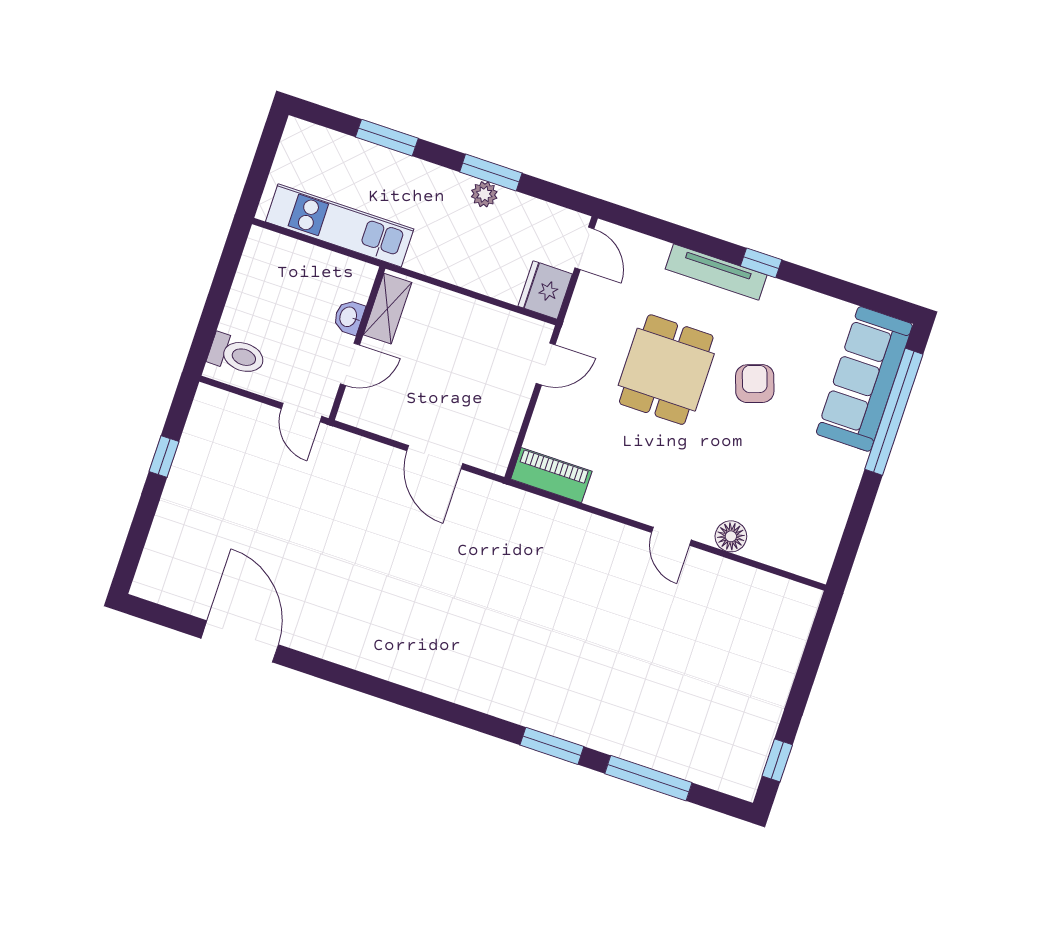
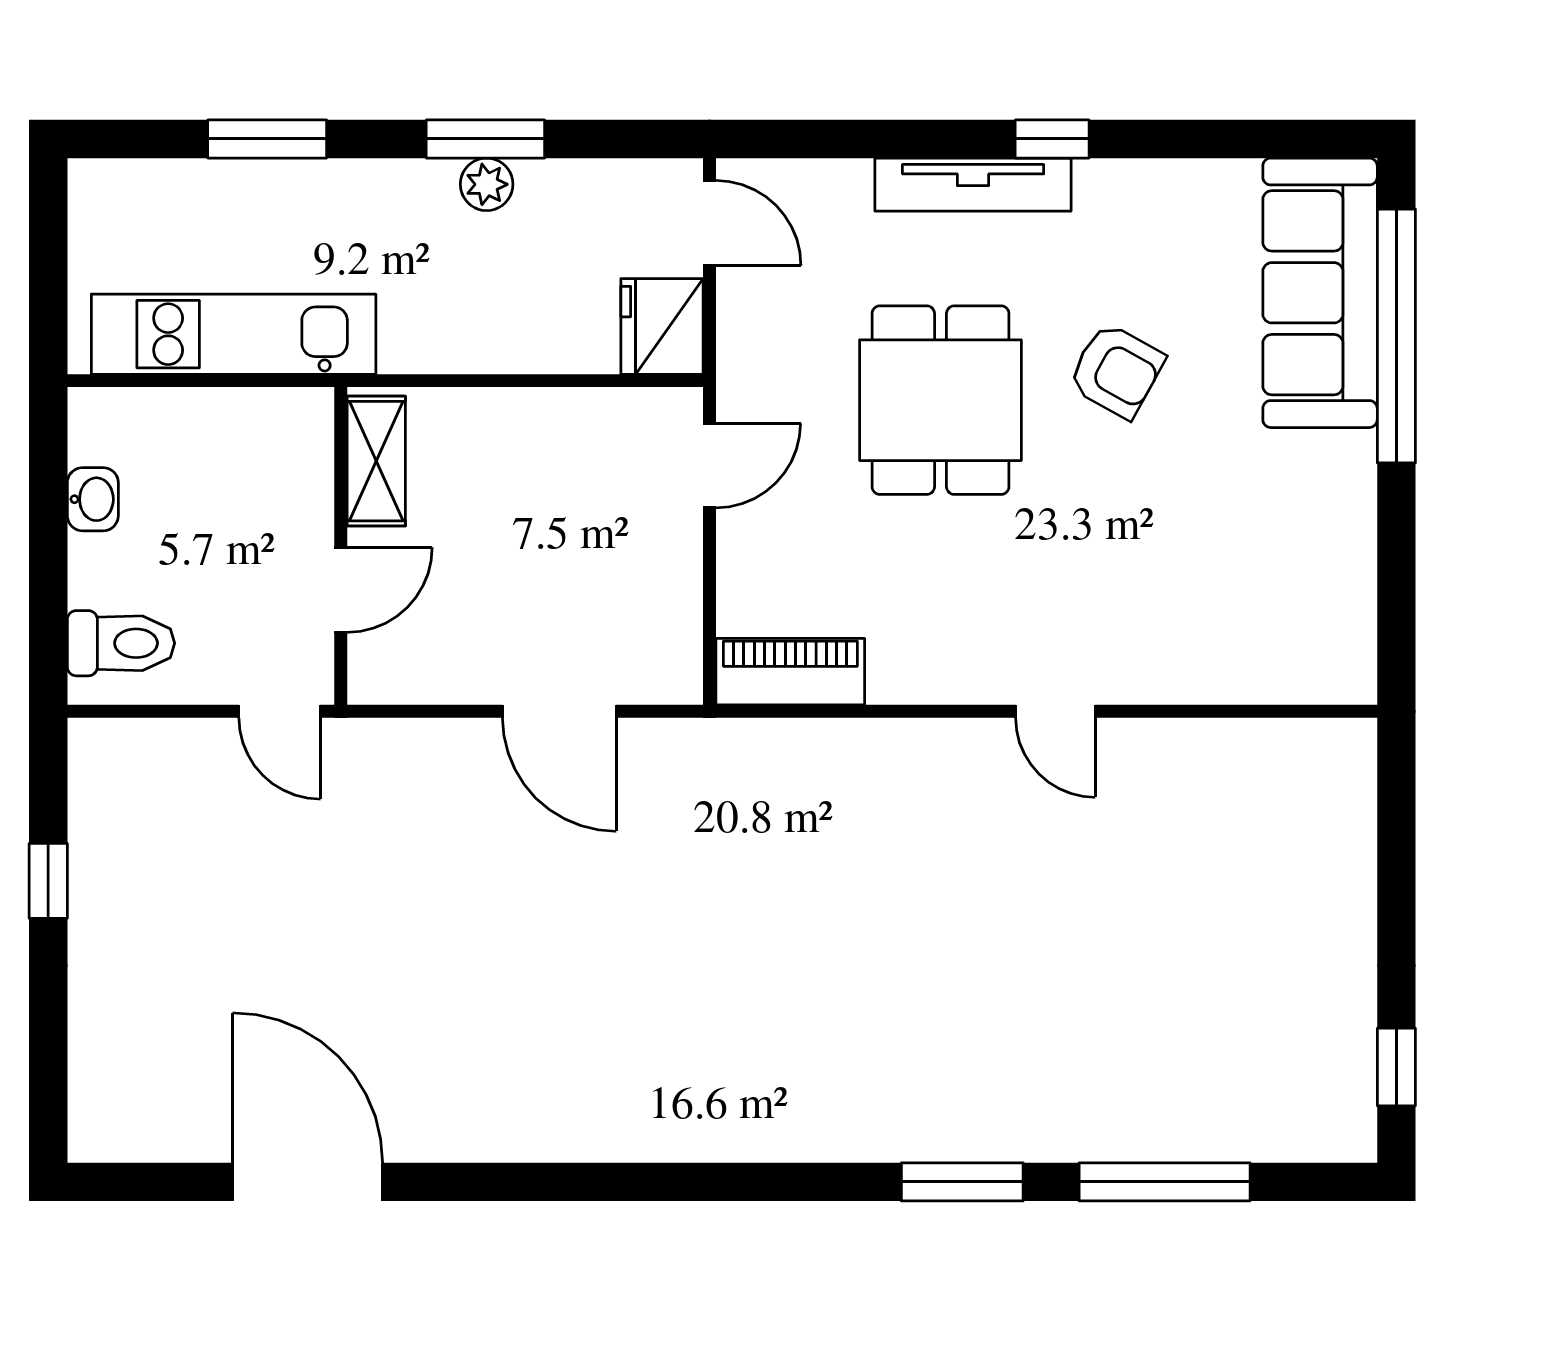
washbasin: (349, 317) -> (93, 499), moved, turned 180
armchair: (755, 384) -> (1116, 371), turned 138
floor lamp: (731, 536) -> (1168, 674), removed

